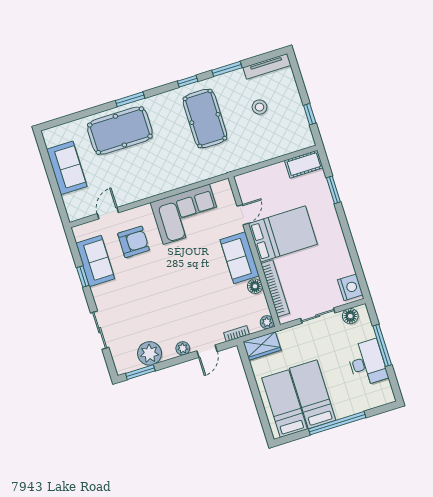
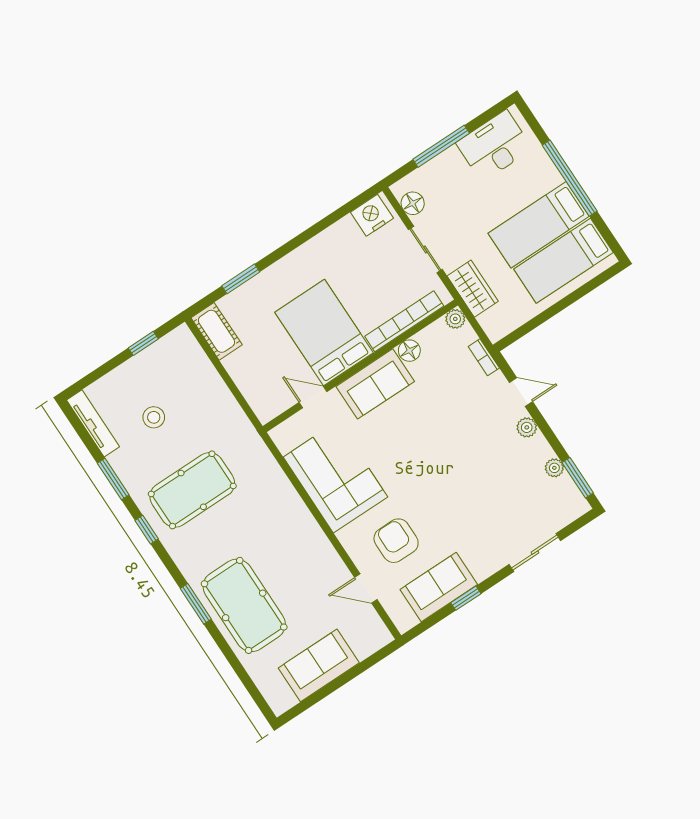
wardrobe: (262, 346) -> (473, 289), moved
plant: (150, 353) -> (554, 468), width x0.53, depth x0.53
desk: (367, 363) -> (494, 146), moved

